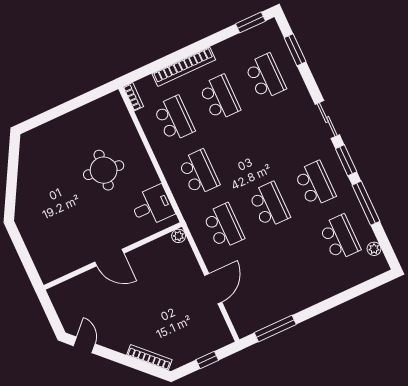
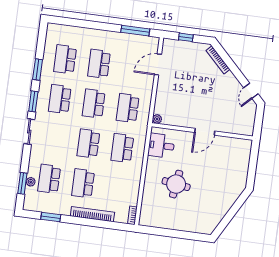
window: (250, 22) -> (51, 217), moved
school desk: (174, 119) -> (88, 143), moved
window: (366, 203) -> (38, 69), width x0.69
plant: (374, 249) -> (31, 182), moved
door: (109, 258) -> (205, 132), swing flipped
school desk: (294, 259) -> (99, 64), added
door: (213, 289) -> (158, 64), moved

